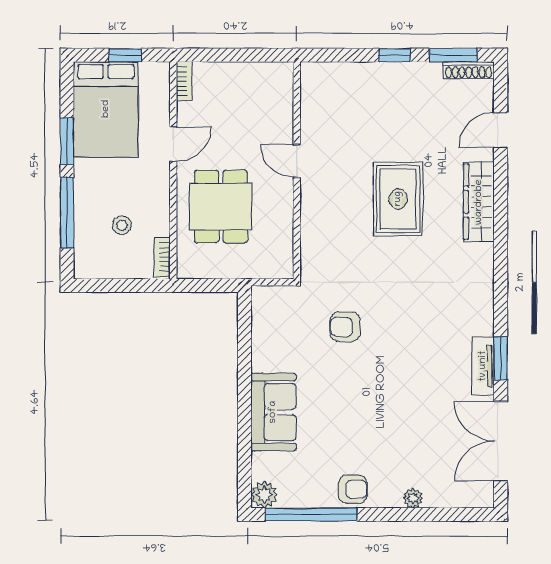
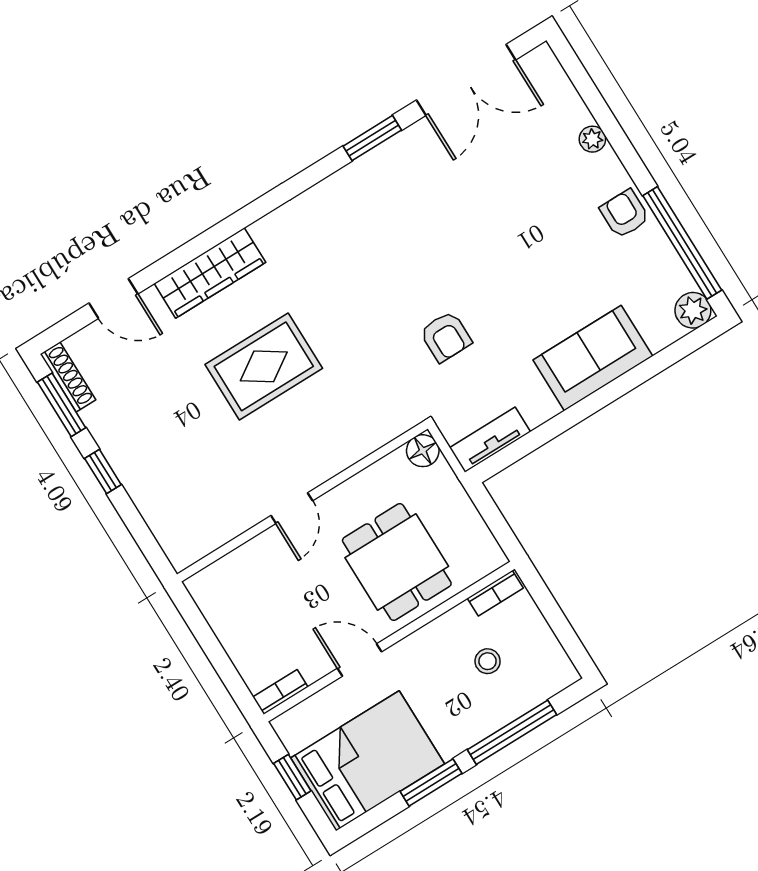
dining table: (221, 207) -> (397, 562), turned 90
floor lamp: (282, 267) -> (423, 451), added
tv unit: (483, 366) -> (490, 440), moved, turned 180

